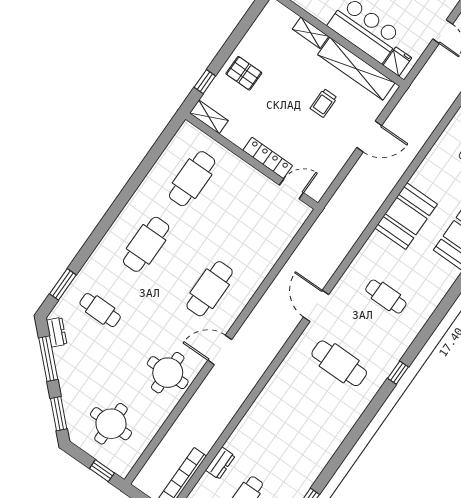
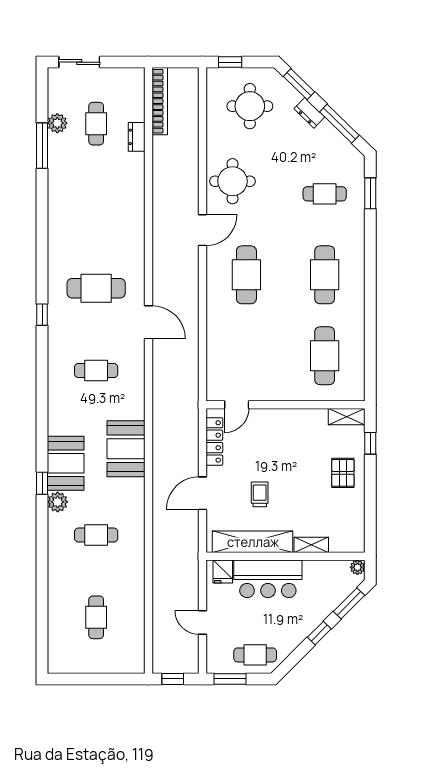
pallet: (244, 73) -> (343, 473), turned 90
locker: (268, 158) -> (214, 441), moved, turned -90
dresser: (57, 332) -> (309, 113), moved

